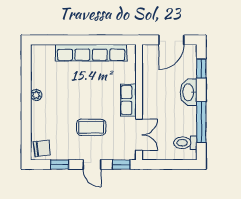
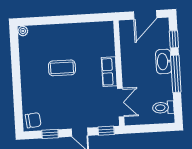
row of seats: (91, 53) -> (73, 31), removed
plant: (36, 95) -> (23, 31), moved
window: (201, 122) -> (176, 74), moved
coffee table: (91, 127) -> (62, 68), moved

